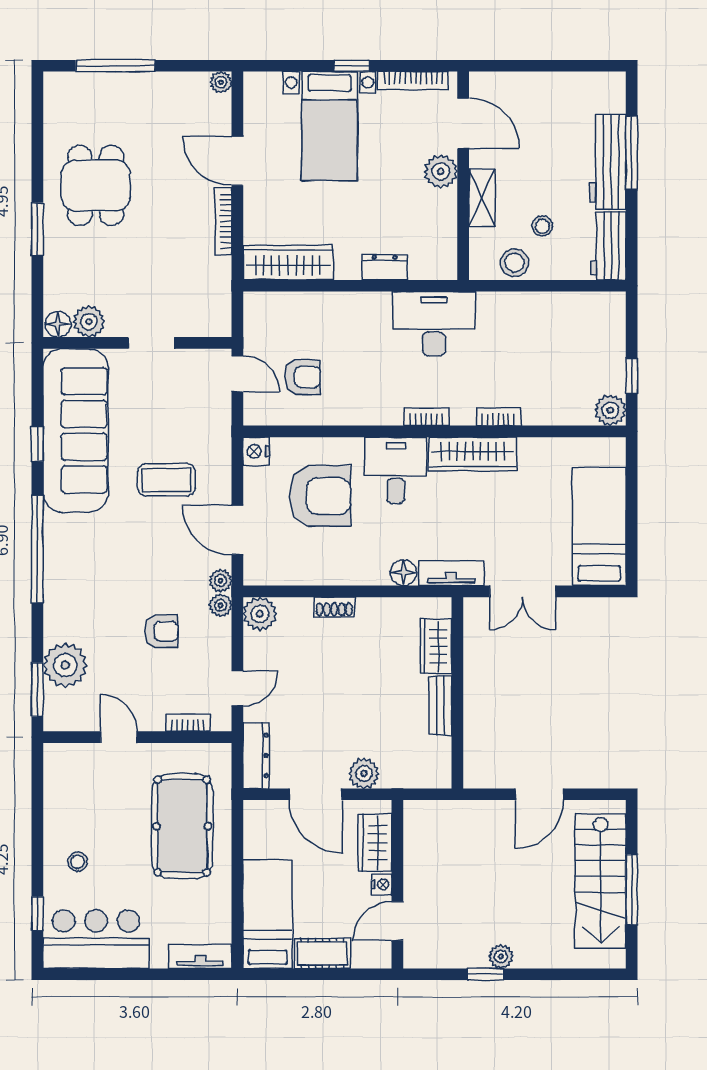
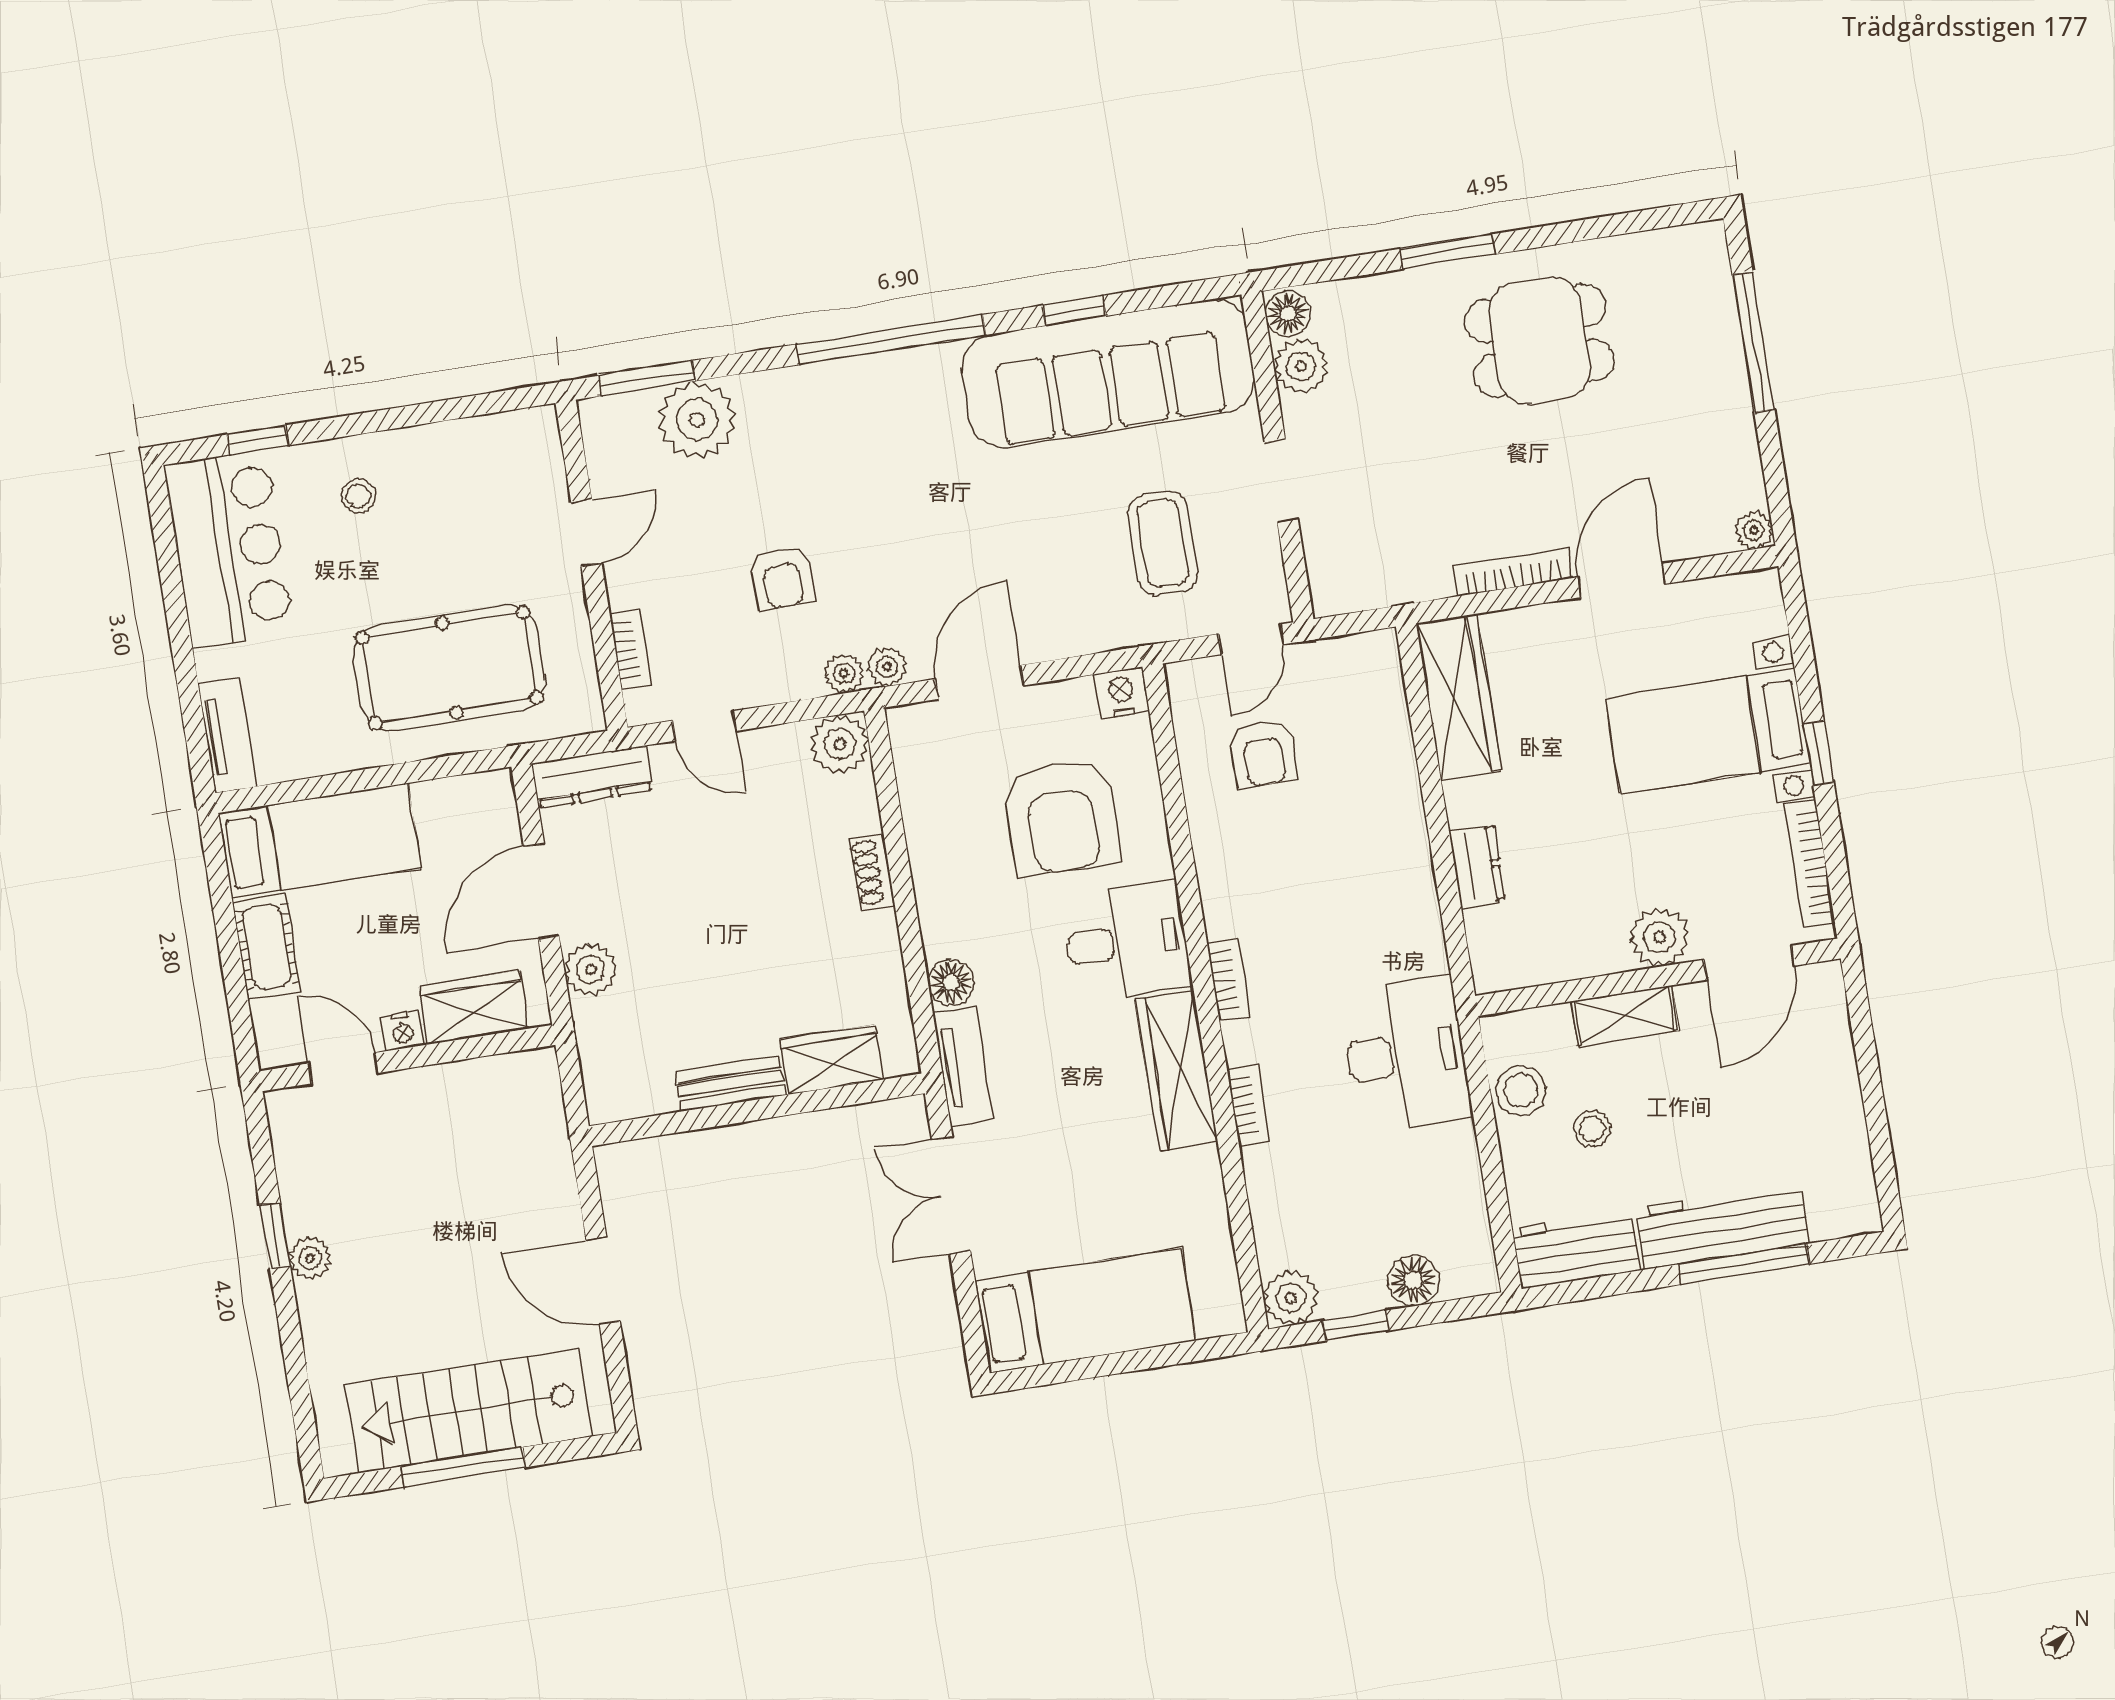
desk: (434, 324) -> (1406, 1054), moved
floor lamp: (611, 340) -> (1414, 1280), added
coffee table: (166, 480) -> (1163, 543), moved

